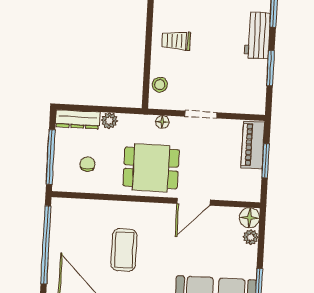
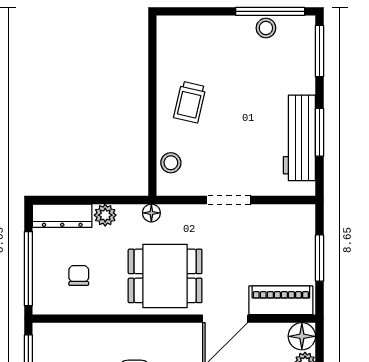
workbench: (257, 35) -> (299, 138), moved, width x1.38
trolley: (176, 41) -> (190, 102), turned -77
floor lamp: (162, 122) -> (151, 213), moved
piano: (253, 145) -> (281, 300), moved, turned 90

